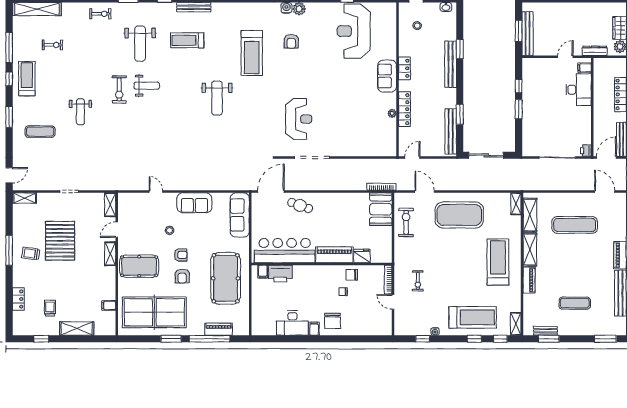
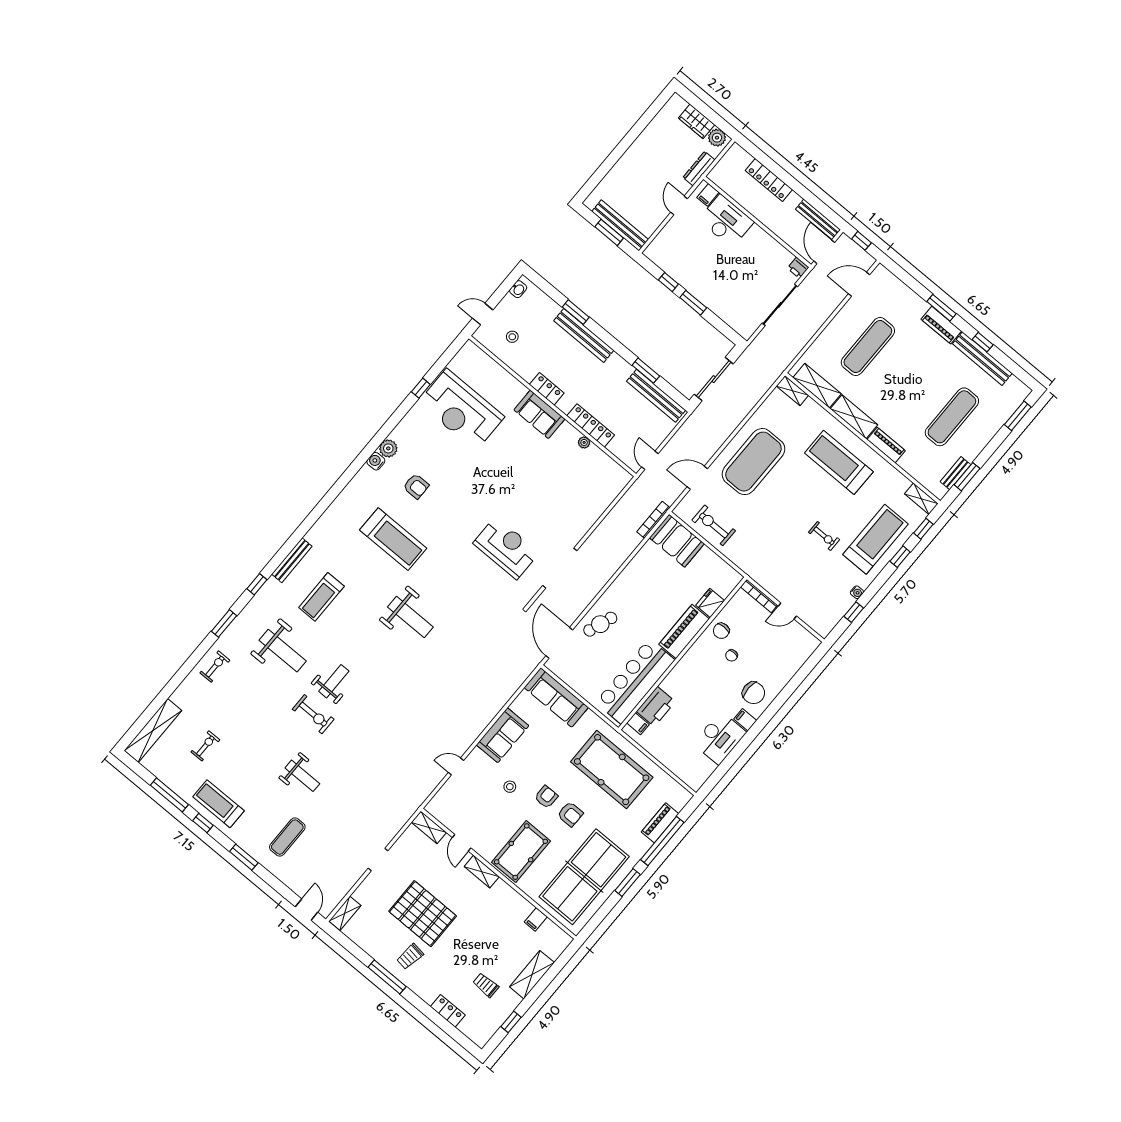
exercise bike: (418, 281) -> (824, 536), moved
exercise mat: (575, 303) -> (952, 417), width x1.36, depth x1.45

